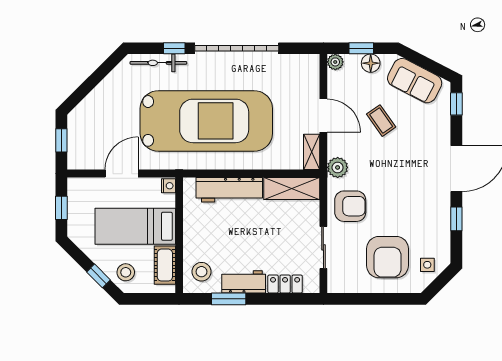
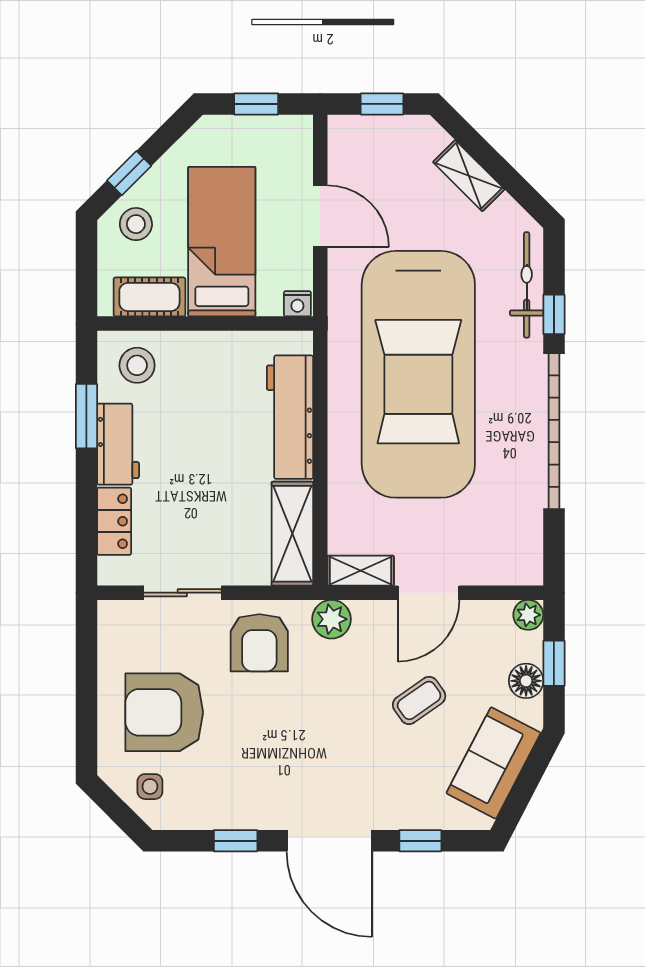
shelving: (100, 94) -> (469, 176), added
window: (456, 104) -> (420, 841), moved

